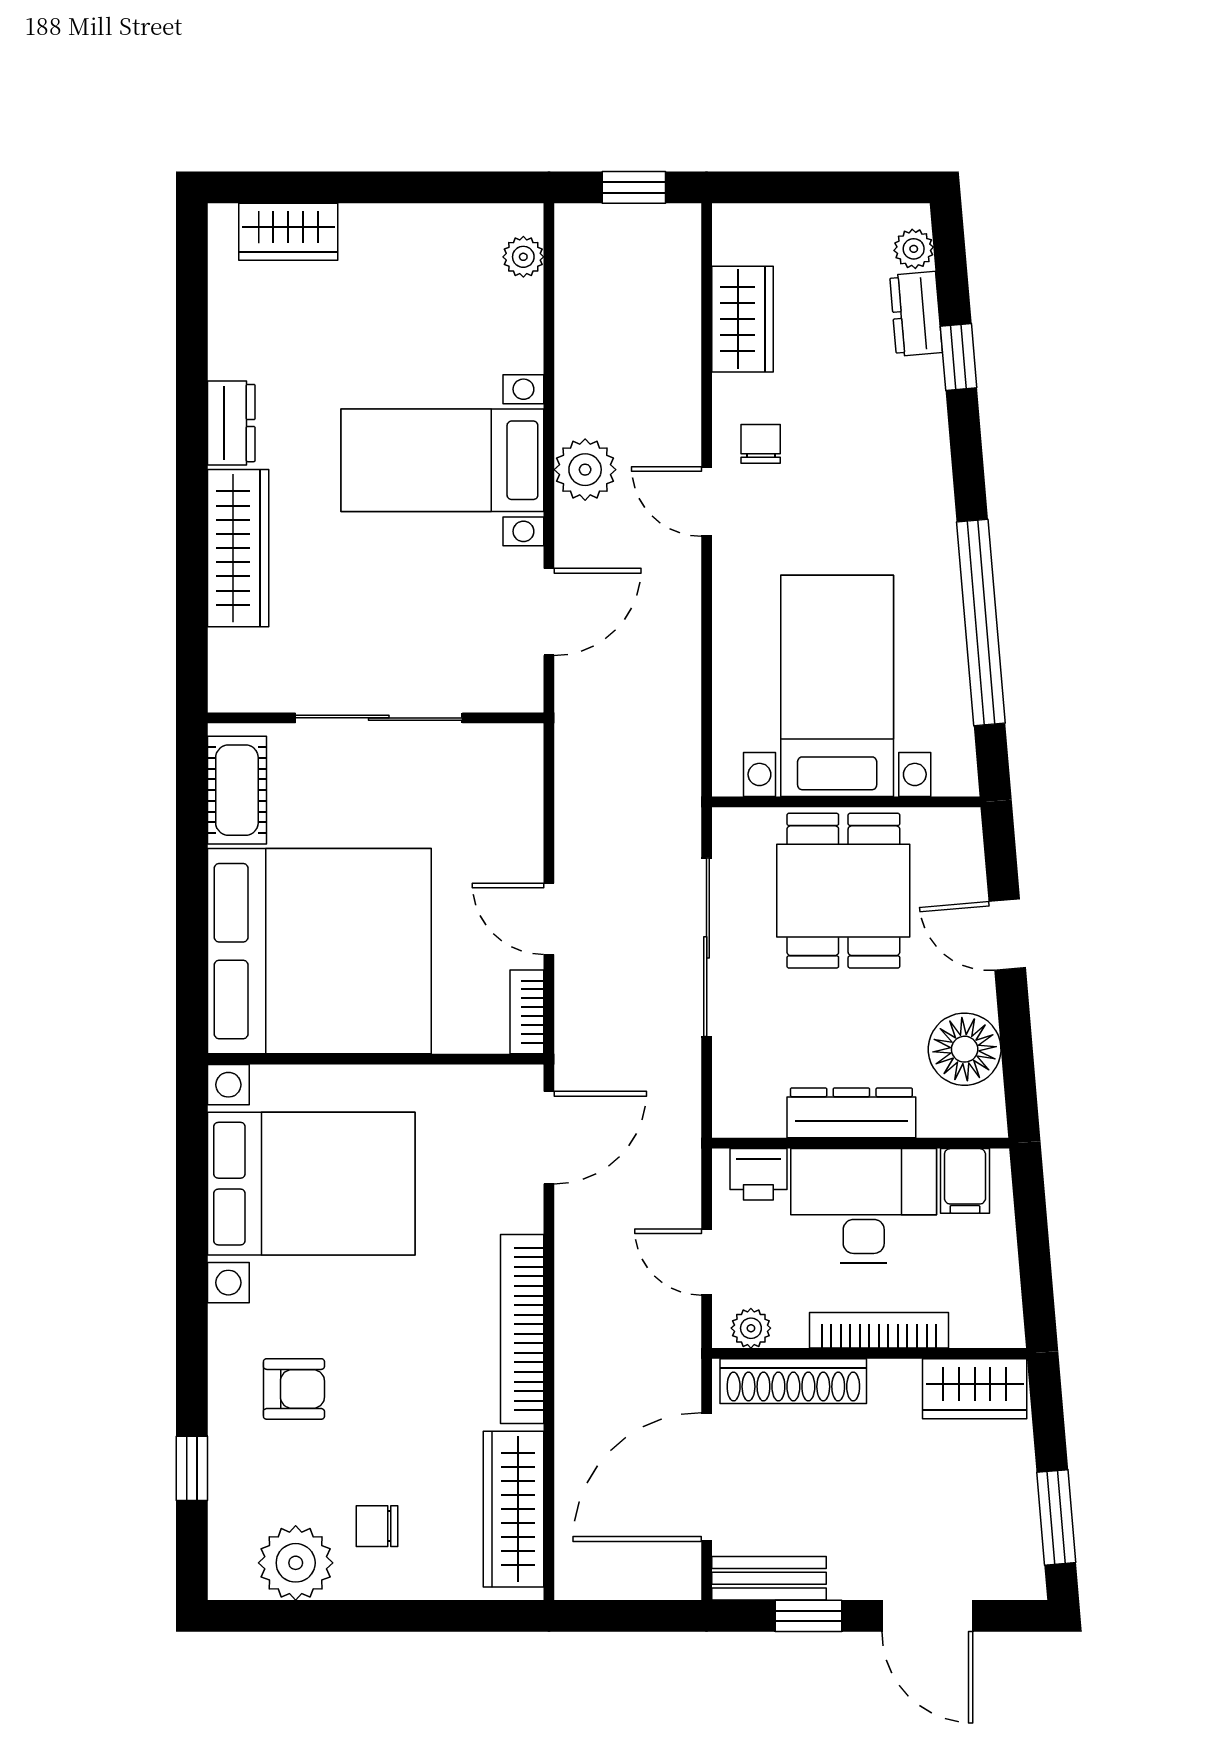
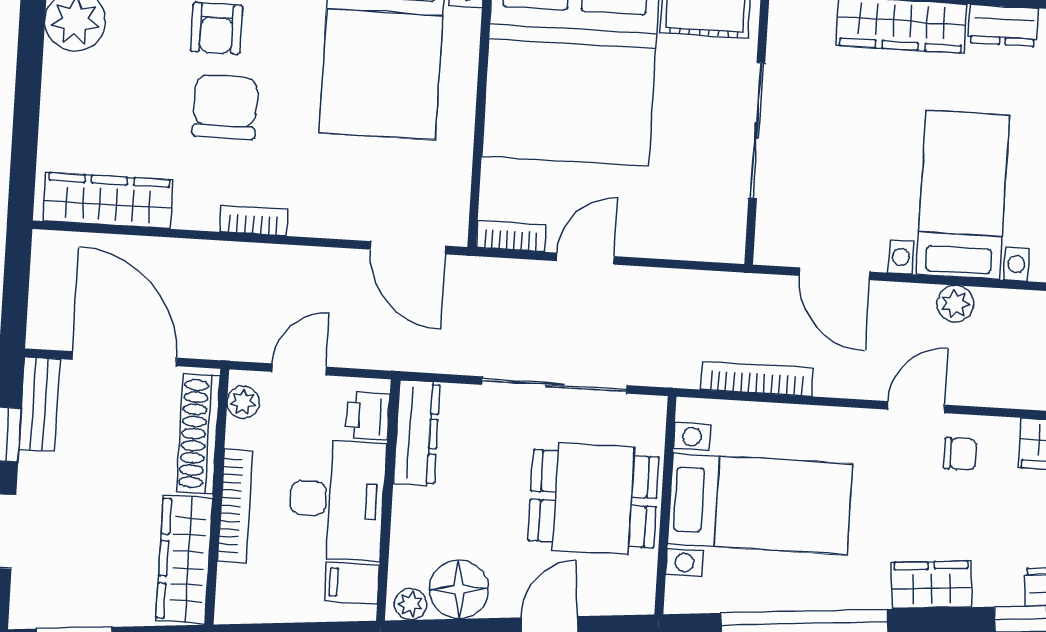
wardrobe: (924, 469) -> (932, 585), added
plant: (585, 470) -> (955, 304), width x0.73, depth x0.73
bookcase: (684, 699) -> (757, 379), added
plant: (986, 1108) -> (410, 604), added
dresser: (851, 1113) -> (417, 433), moved
bookcase: (522, 1329) -> (254, 221), width x0.43, depth x0.76
wardrobe: (975, 1389) -> (184, 560), width x1.50
chair: (377, 1526) -> (225, 107), moved, width x1.87, depth x1.87

